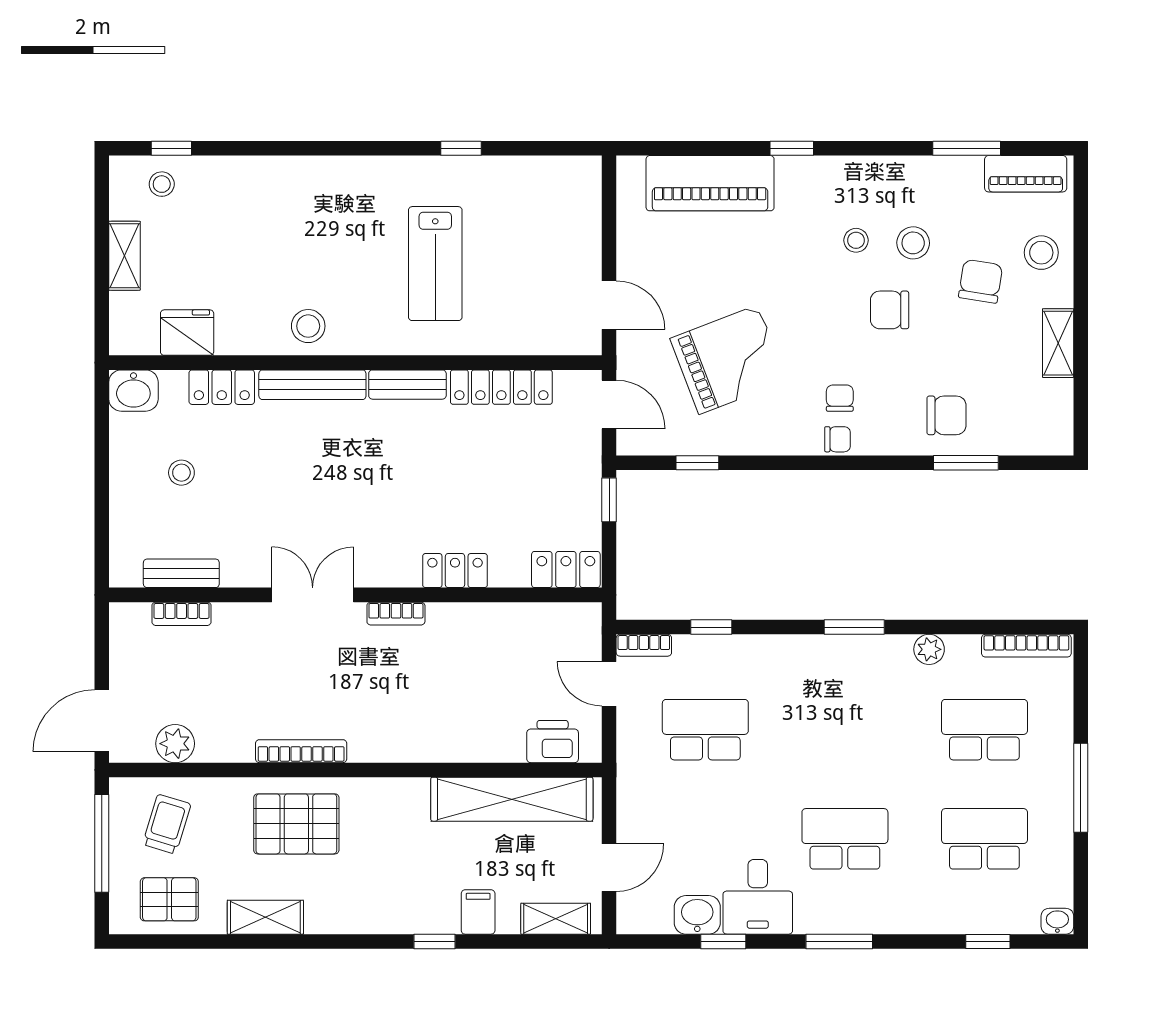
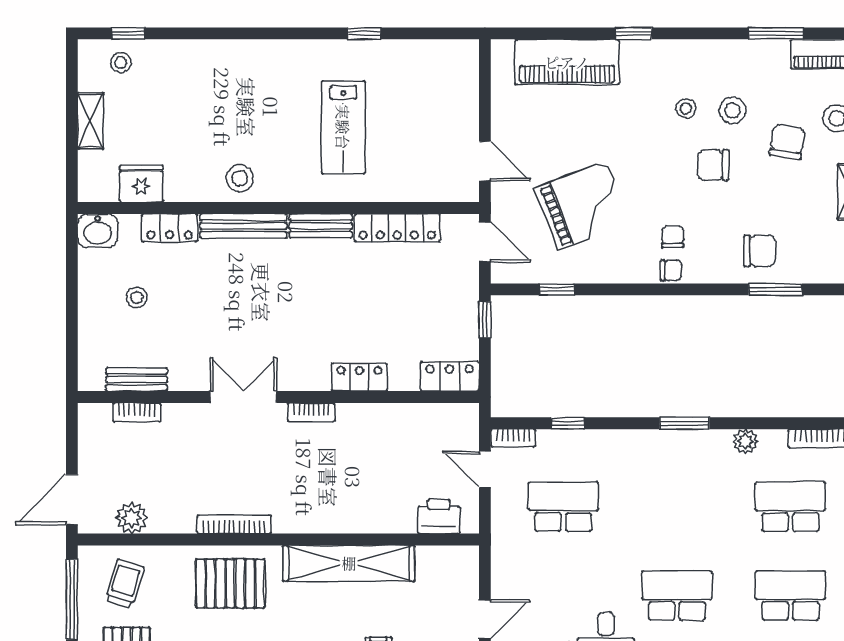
shelving: (512, 799) -> (349, 563), moved

